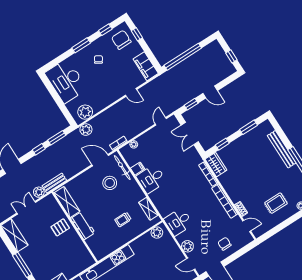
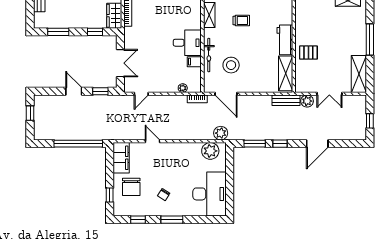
chair: (121, 40) -> (131, 187), moved
bicycle: (122, 168) -> (209, 55), moved

